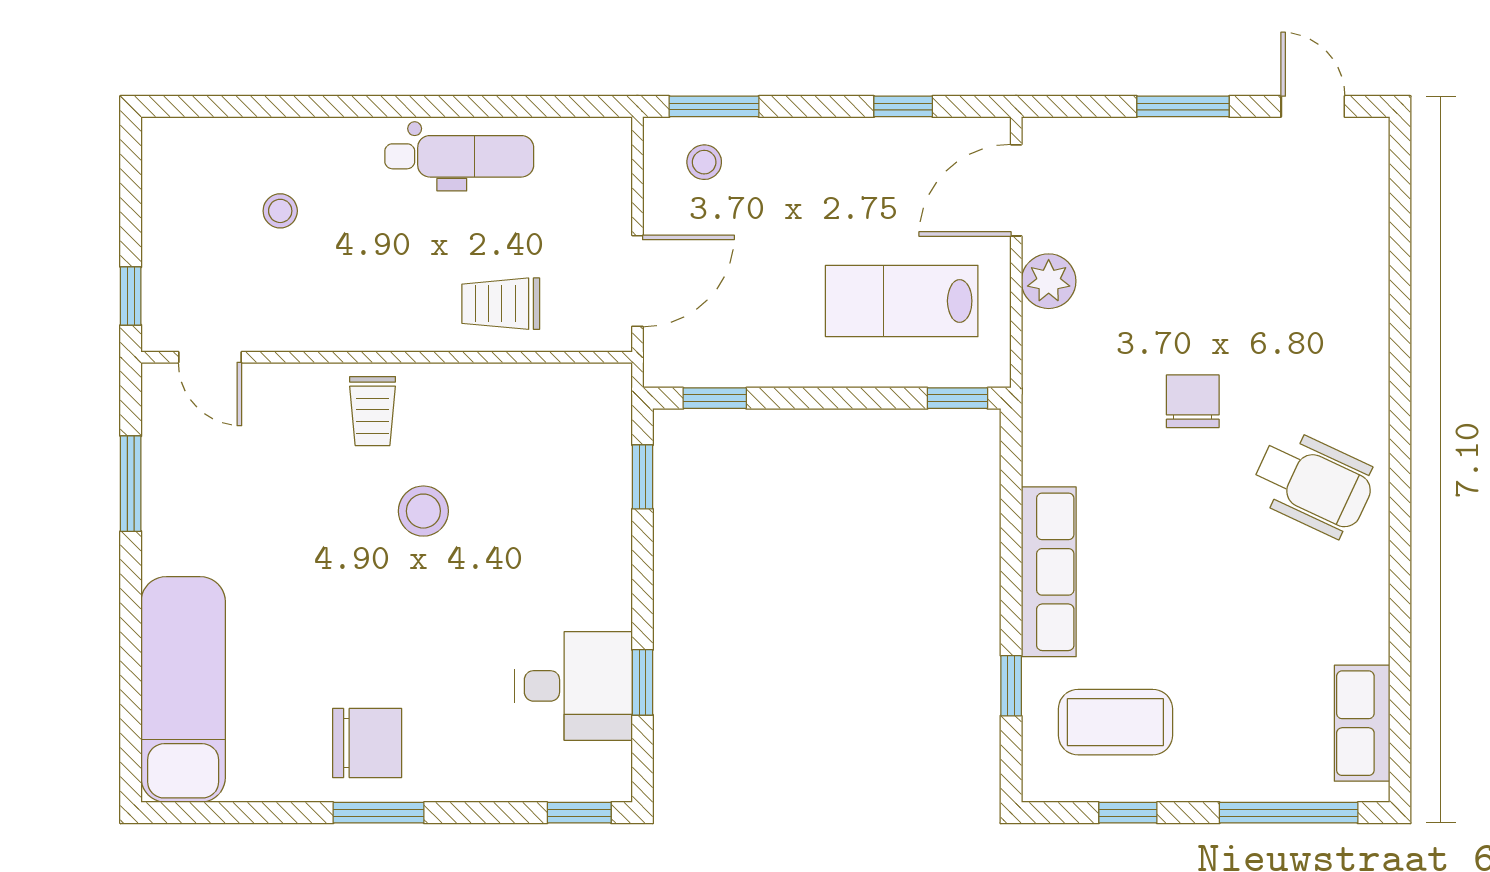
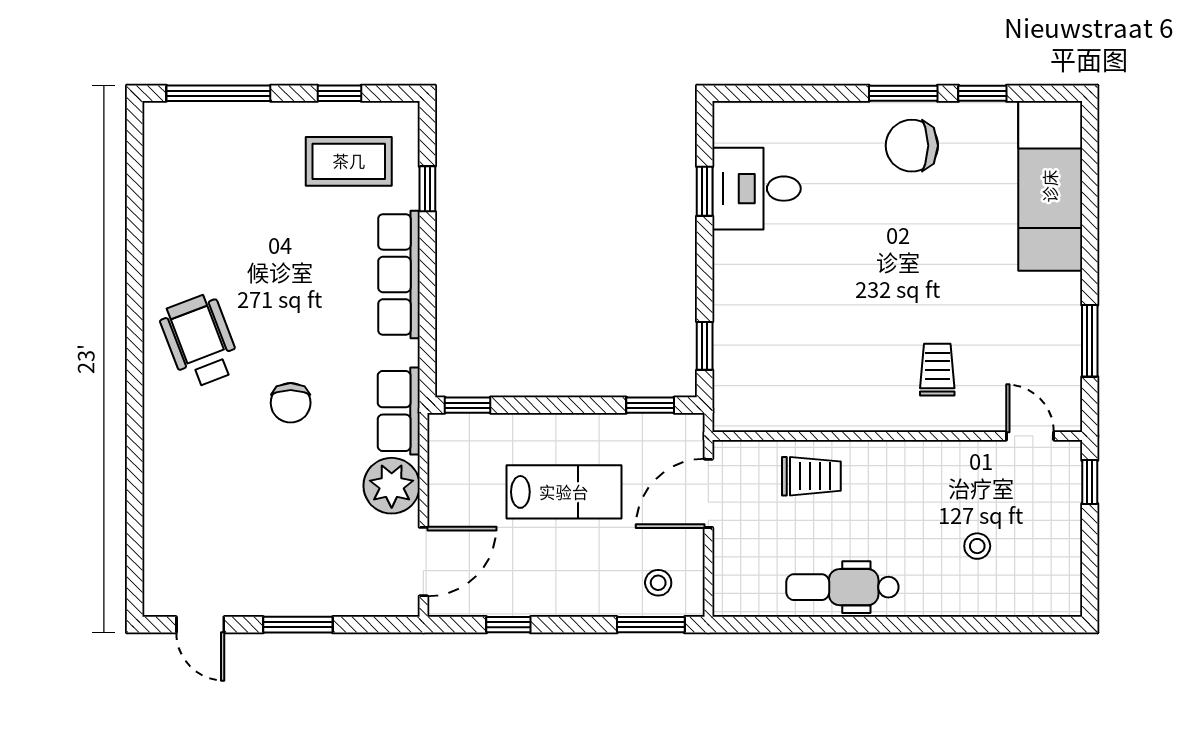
plant: (1049, 281) -> (392, 486), width x1.36, depth x1.36
lab bench: (902, 301) -> (564, 492), moved
trolley: (373, 411) -> (937, 370), moved
wheelchair: (1313, 484) -> (200, 341), turned 44
stool: (423, 511) -> (870, 320), removed
row of seats: (1362, 723) -> (399, 411), moved, turned 180
window: (579, 813) -> (982, 93), moved

